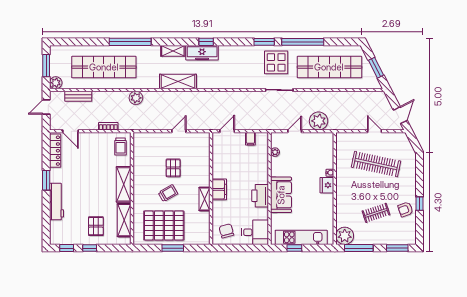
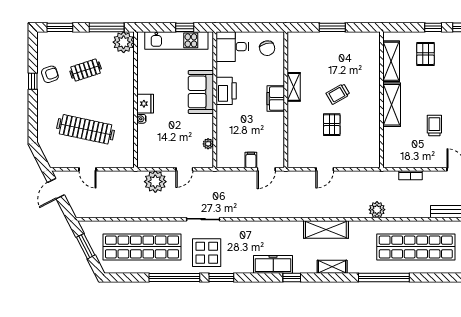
freezer: (202, 53) -> (273, 264), moved
filing cabinet: (250, 139) -> (251, 160), moved
trolley: (120, 147) -> (434, 126), moved
pallet: (164, 226) -> (343, 55), removed

